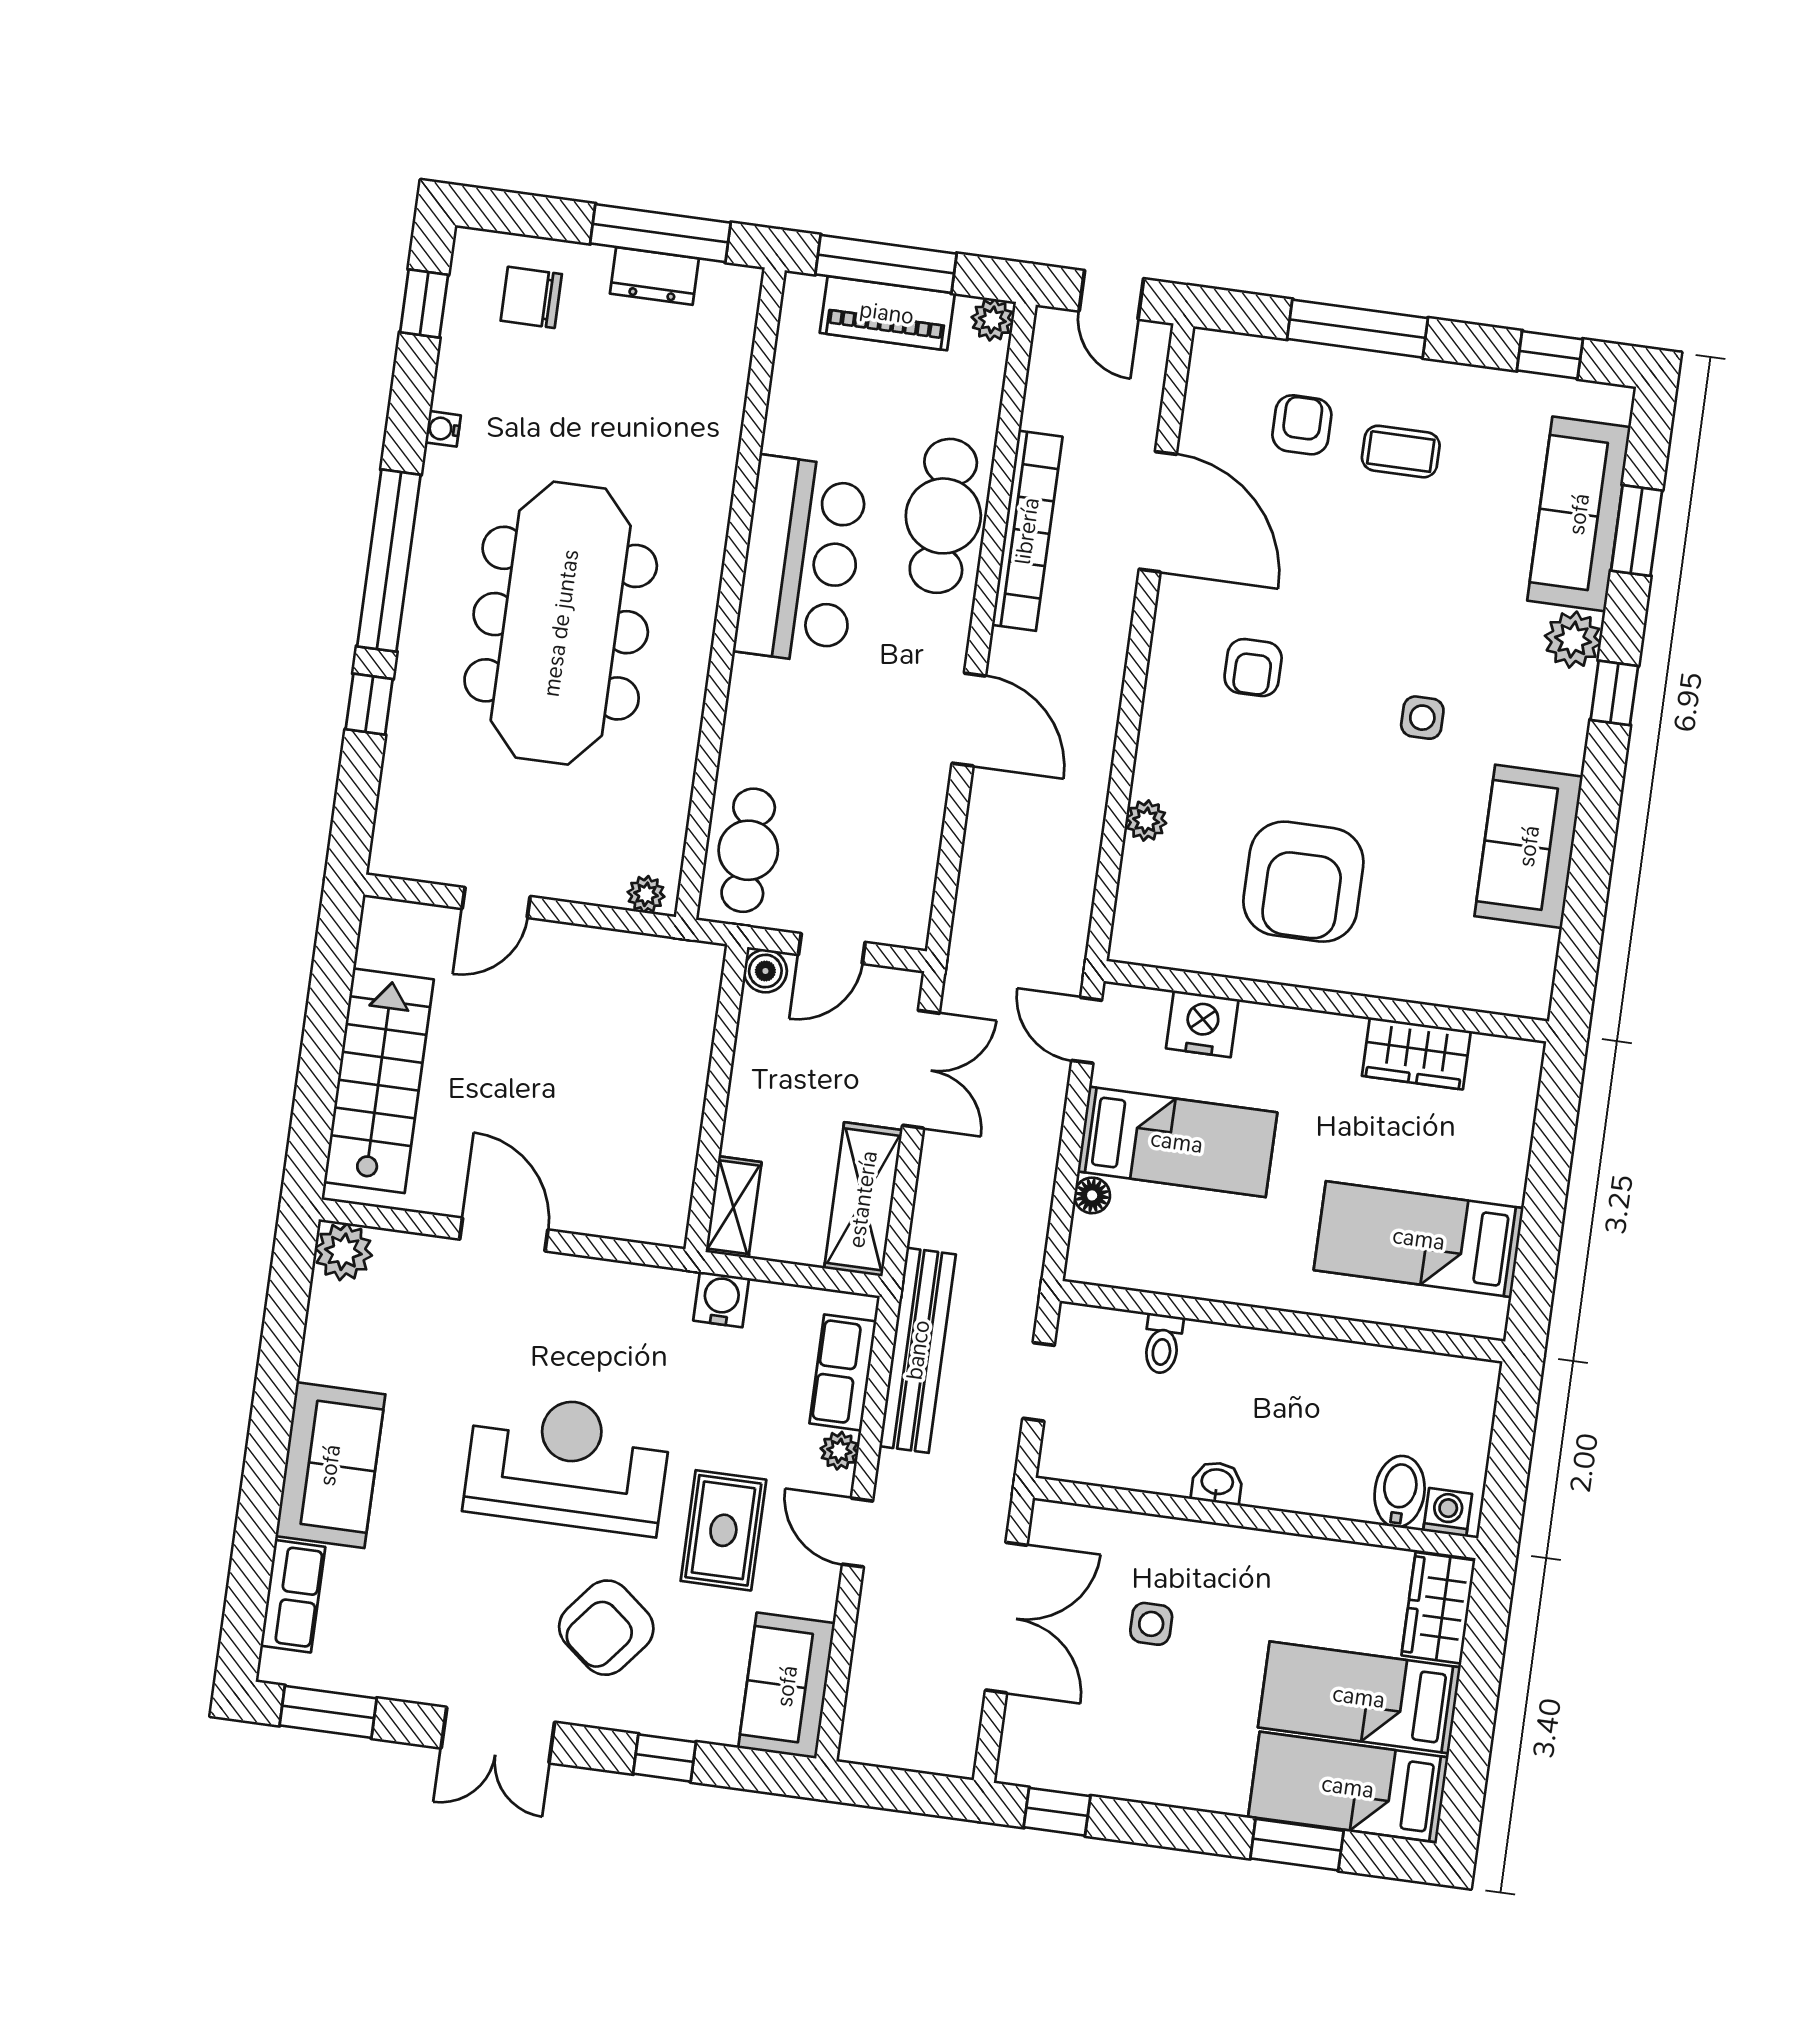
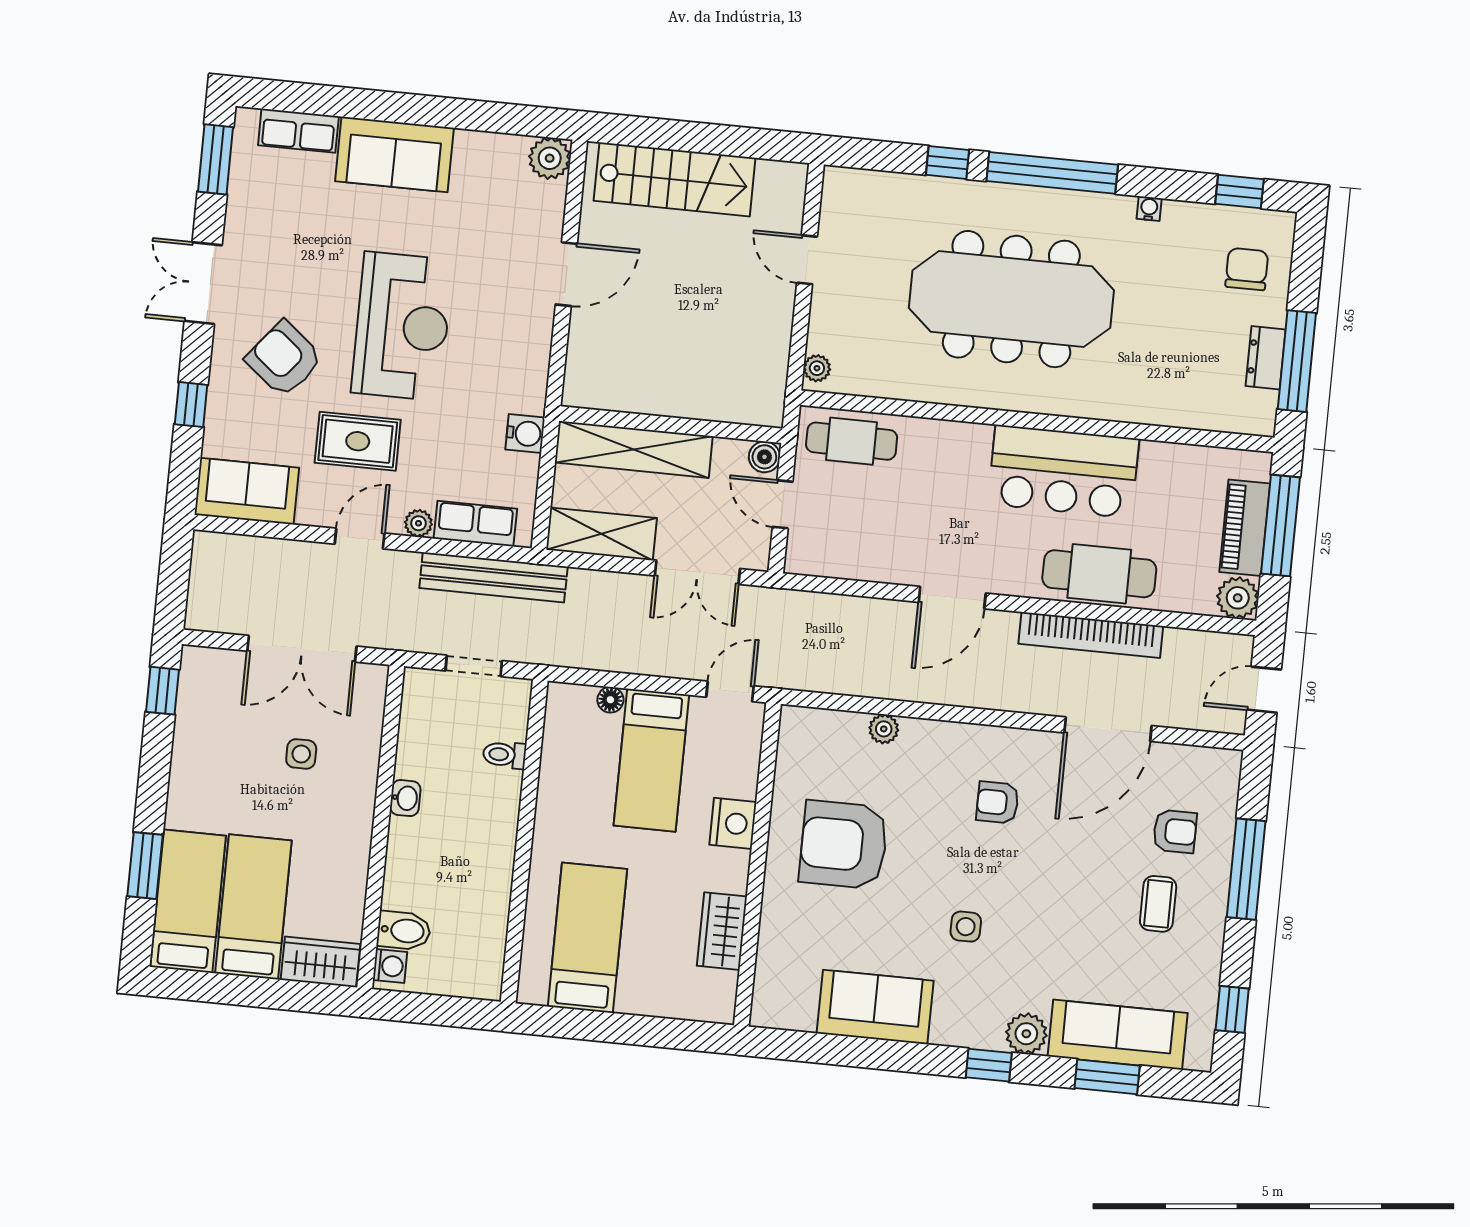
plant: (992, 320) -> (1238, 598), width x1.38, depth x1.38
nightstand: (1202, 1024) -> (733, 823), moved
shelving: (733, 1207) -> (634, 449), width x2.20, depth x1.33

